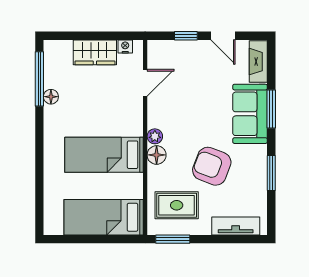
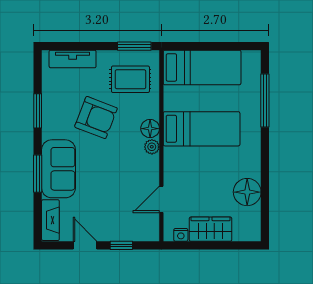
window: (39, 79) -> (265, 100), moved
floor lamp: (51, 97) -> (247, 192), width x1.89, depth x1.89

